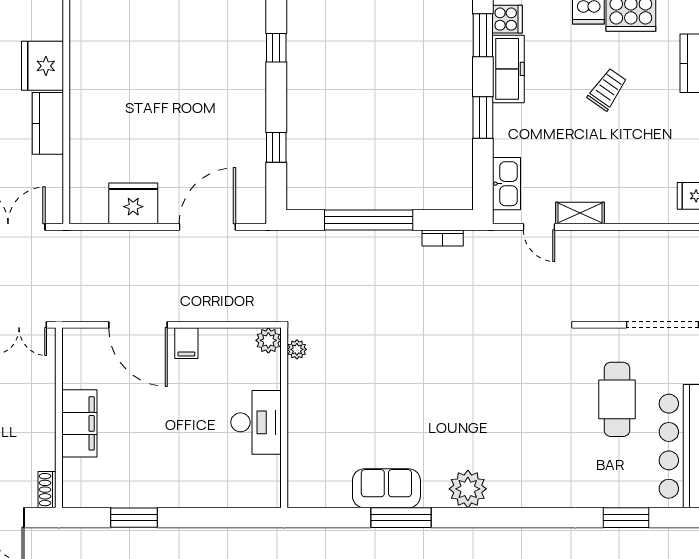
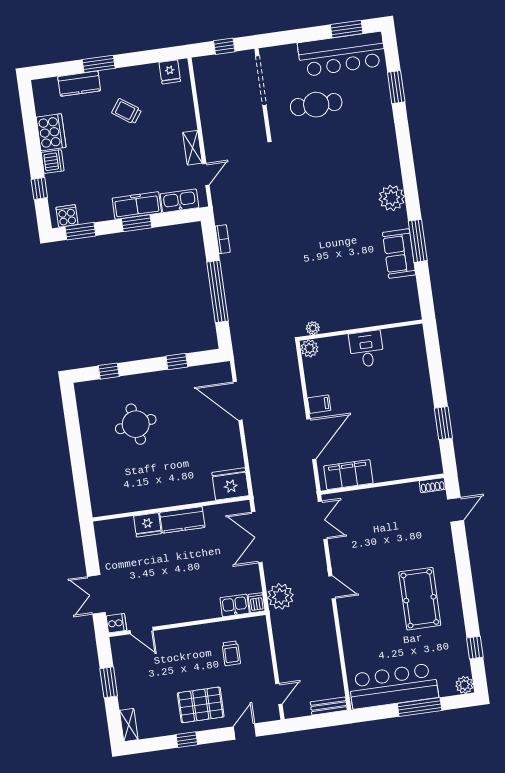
fridge: (42, 66) -> (147, 525), width x0.73, depth x0.75
freezer: (508, 69) -> (137, 205), moved
round table: (195, 76) -> (136, 424), added
trolley: (607, 89) -> (127, 111), moved
fridge: (133, 203) -> (230, 484), moved, turned 90
desk: (256, 422) -> (367, 349), width x0.73
filing cabinet: (79, 423) -> (348, 475), moved

